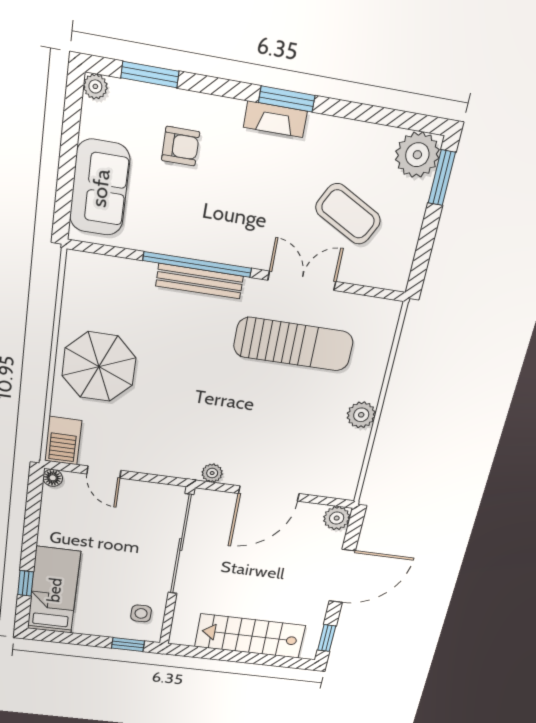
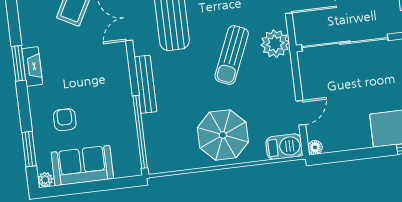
sofa: (100, 188) -> (82, 165), moved
window: (197, 264) -> (140, 132), moved
sun lounger: (206, 407) -> (232, 55), added
plant: (212, 473) -> (275, 44), width x1.87, depth x1.87

